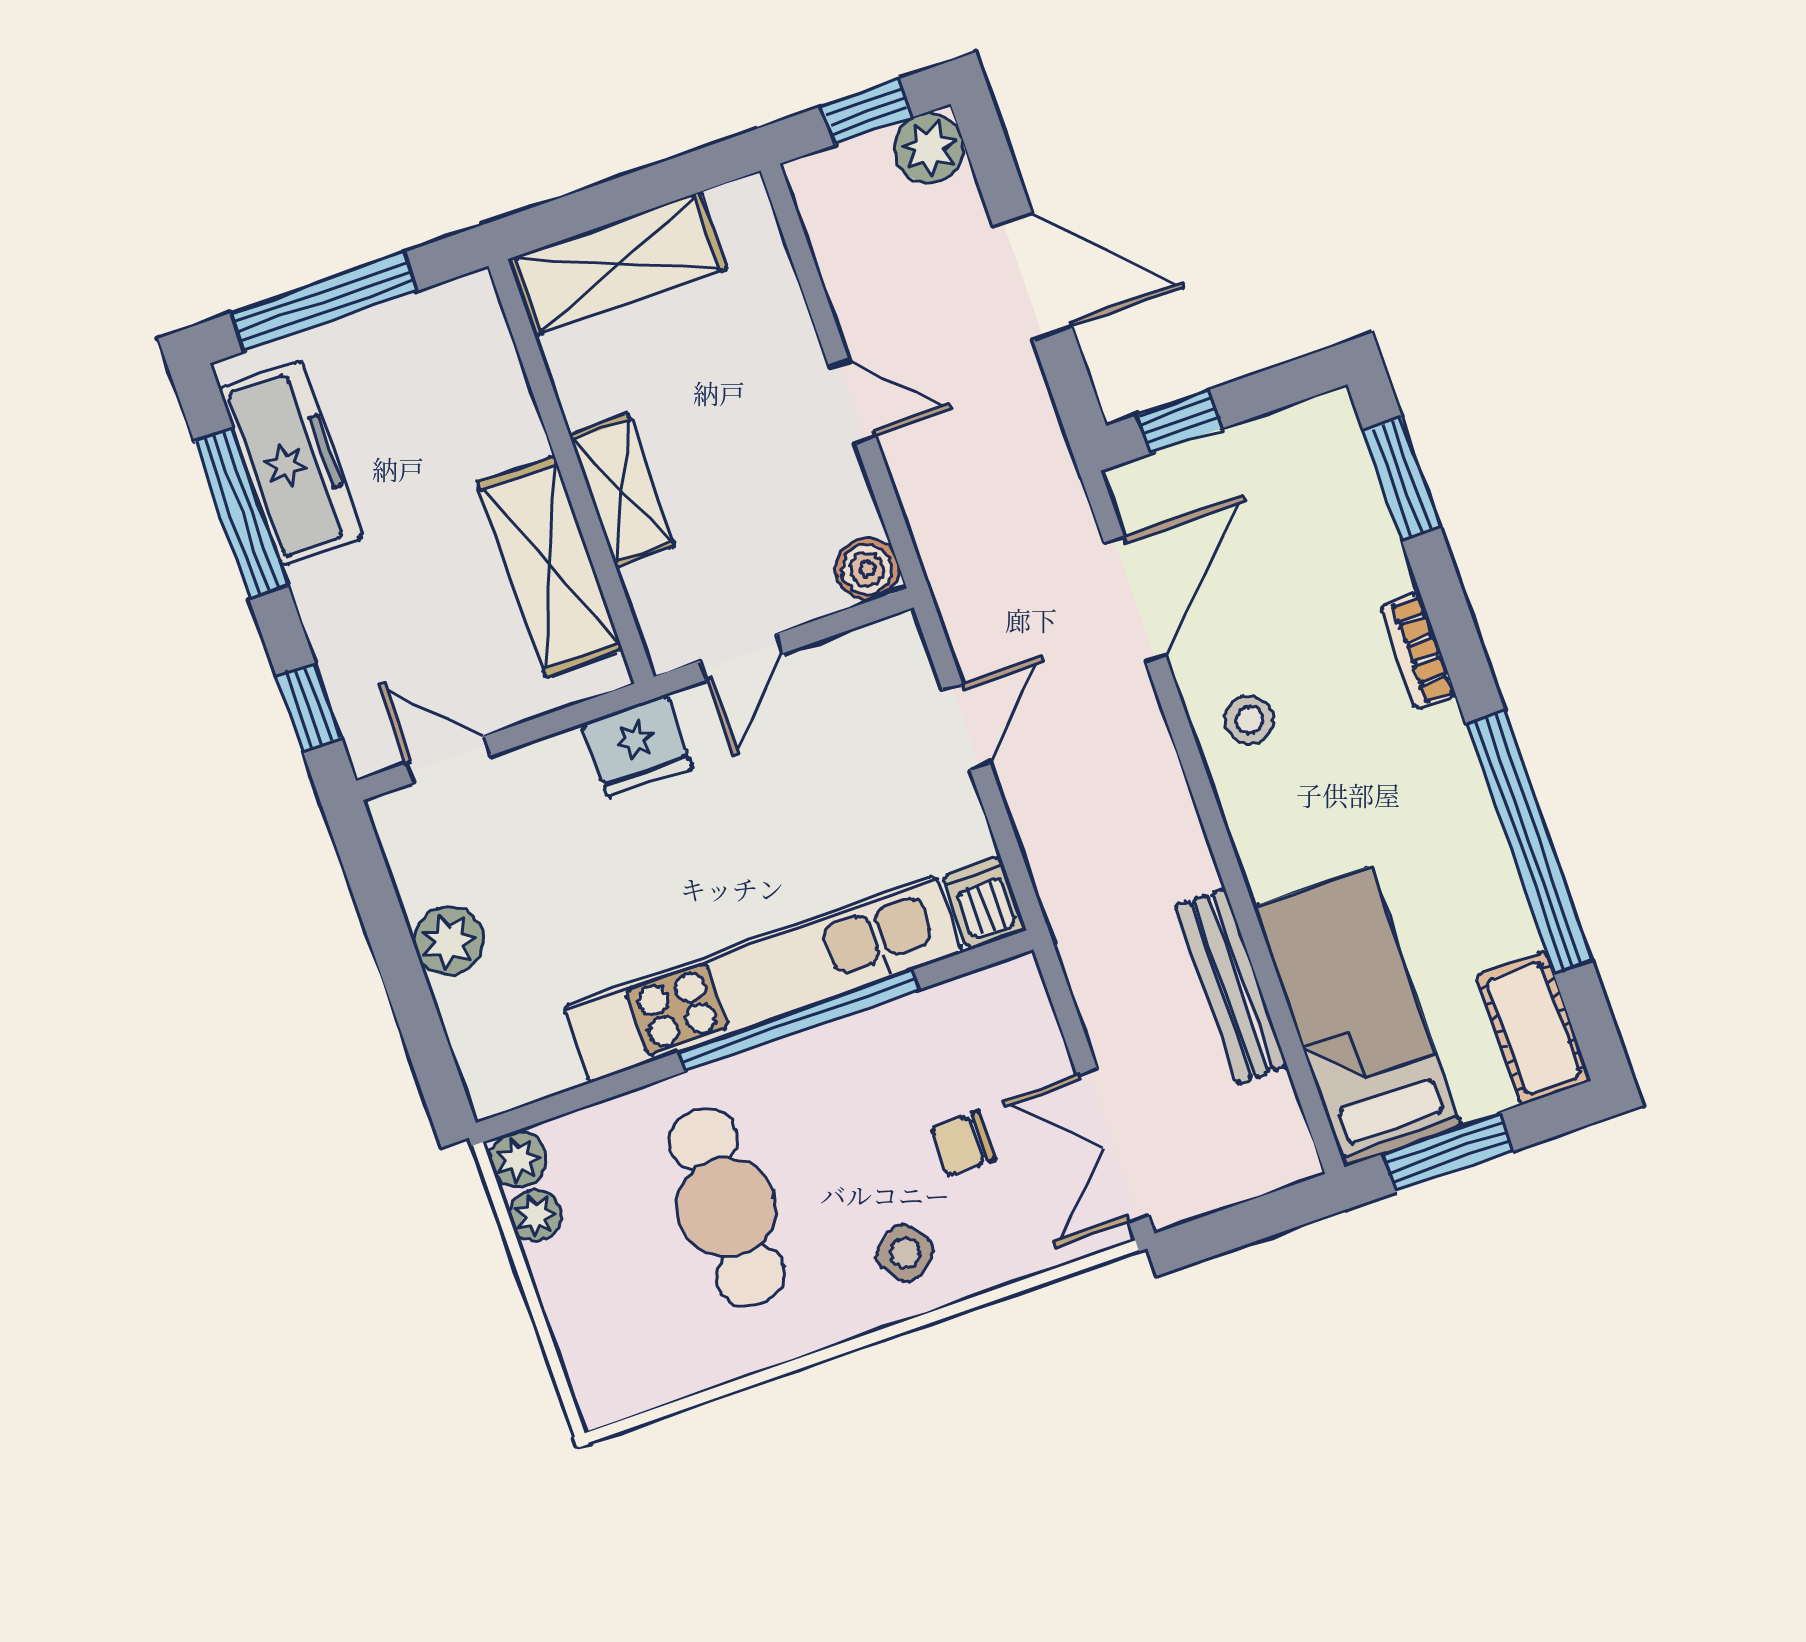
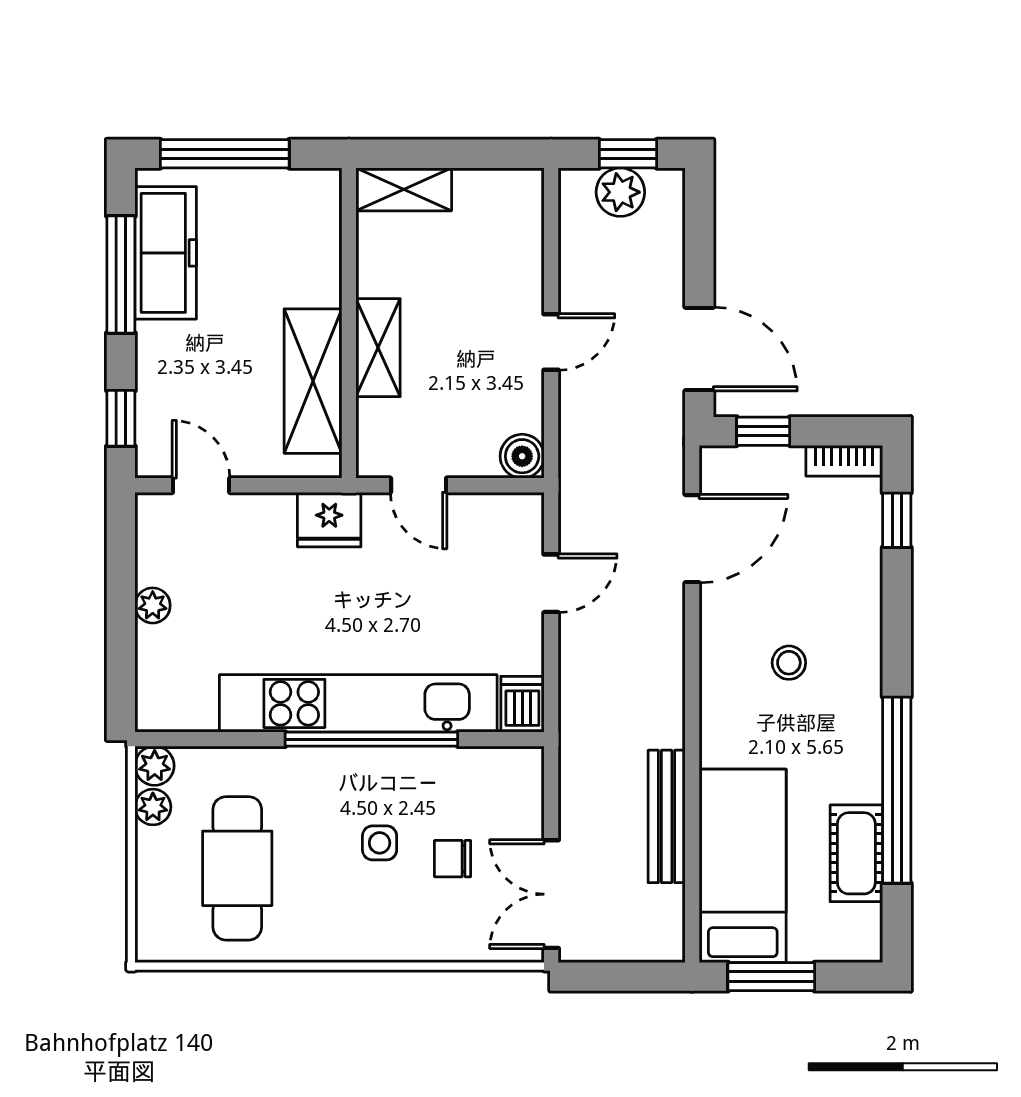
plant: (929, 148) -> (620, 192), moved
shelving: (617, 264) -> (404, 189), width x0.67, depth x0.75
door: (1033, 277) -> (699, 349), moved
door: (852, 402) -> (551, 342), hinge flipped
window: (1402, 478) -> (897, 520), width x0.67
bookcase: (1418, 651) -> (844, 461), moved, turned -90
door: (741, 657) -> (419, 485), hinge flipped
stool: (1249, 720) -> (789, 663), moved
plant: (449, 941) -> (153, 605), width x0.73, depth x0.73
cot: (1533, 1028) -> (856, 853), moved
cafe table: (727, 1208) -> (237, 868), moved
side table: (905, 1253) -> (380, 843), moved, turned 38

